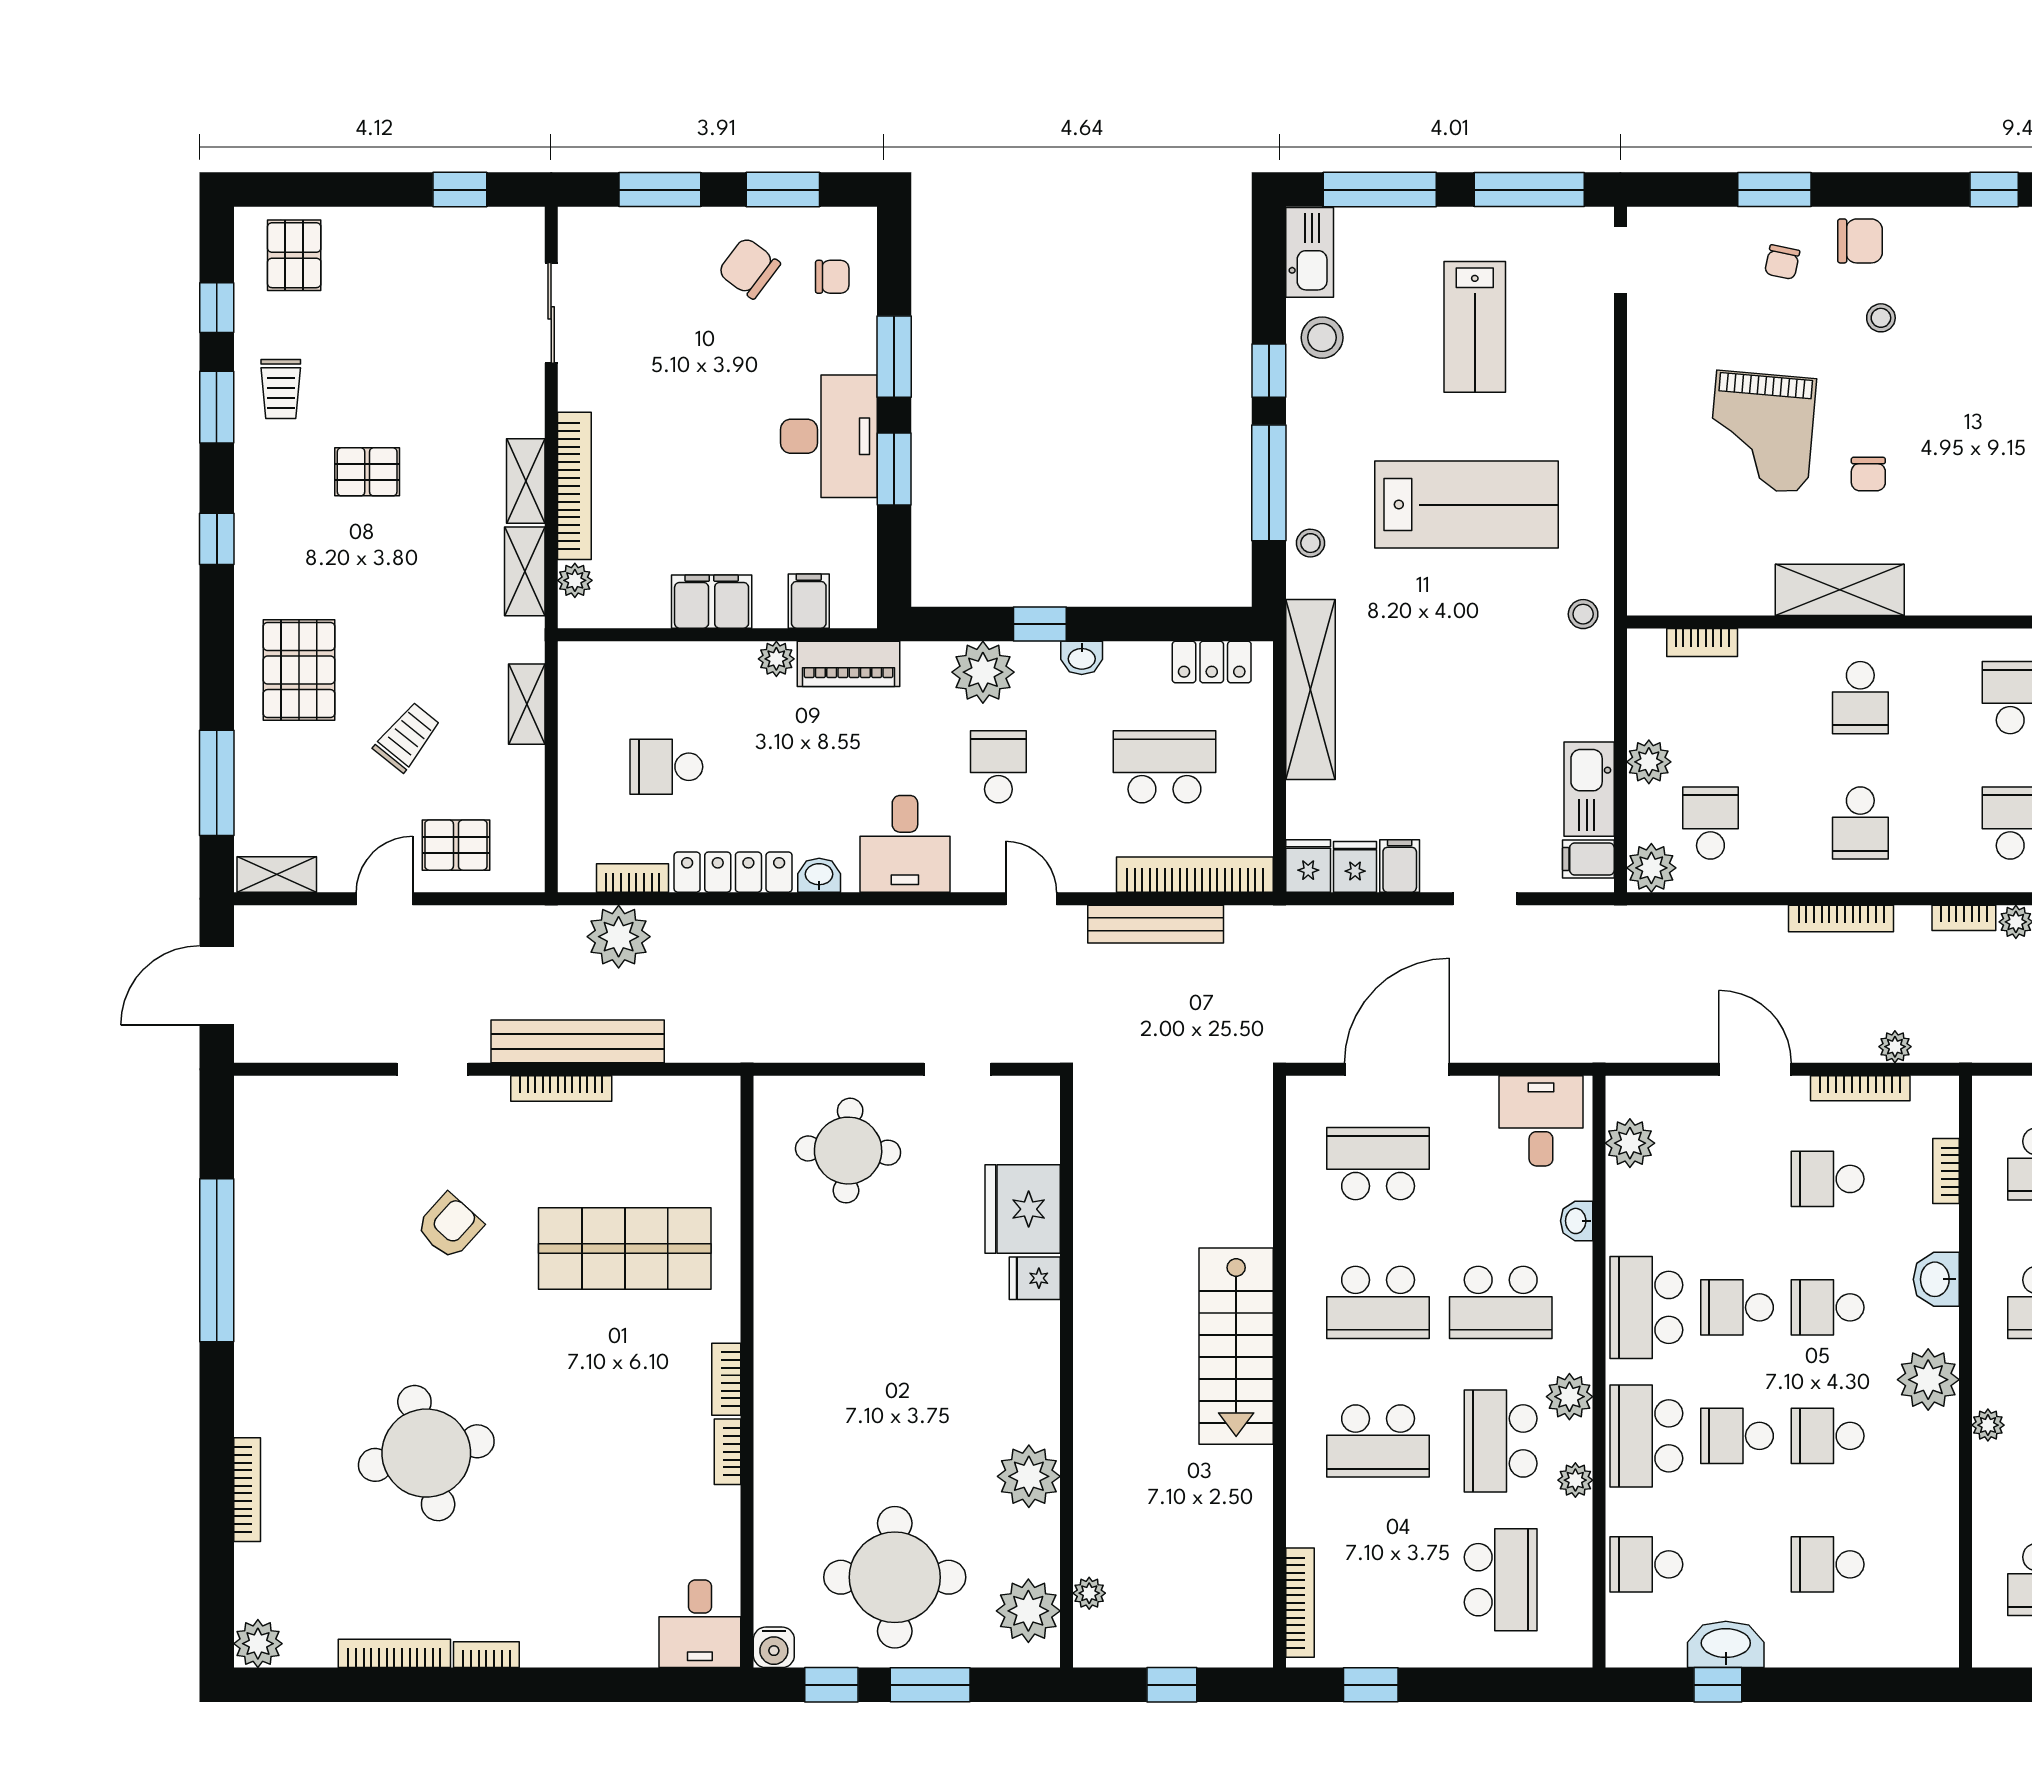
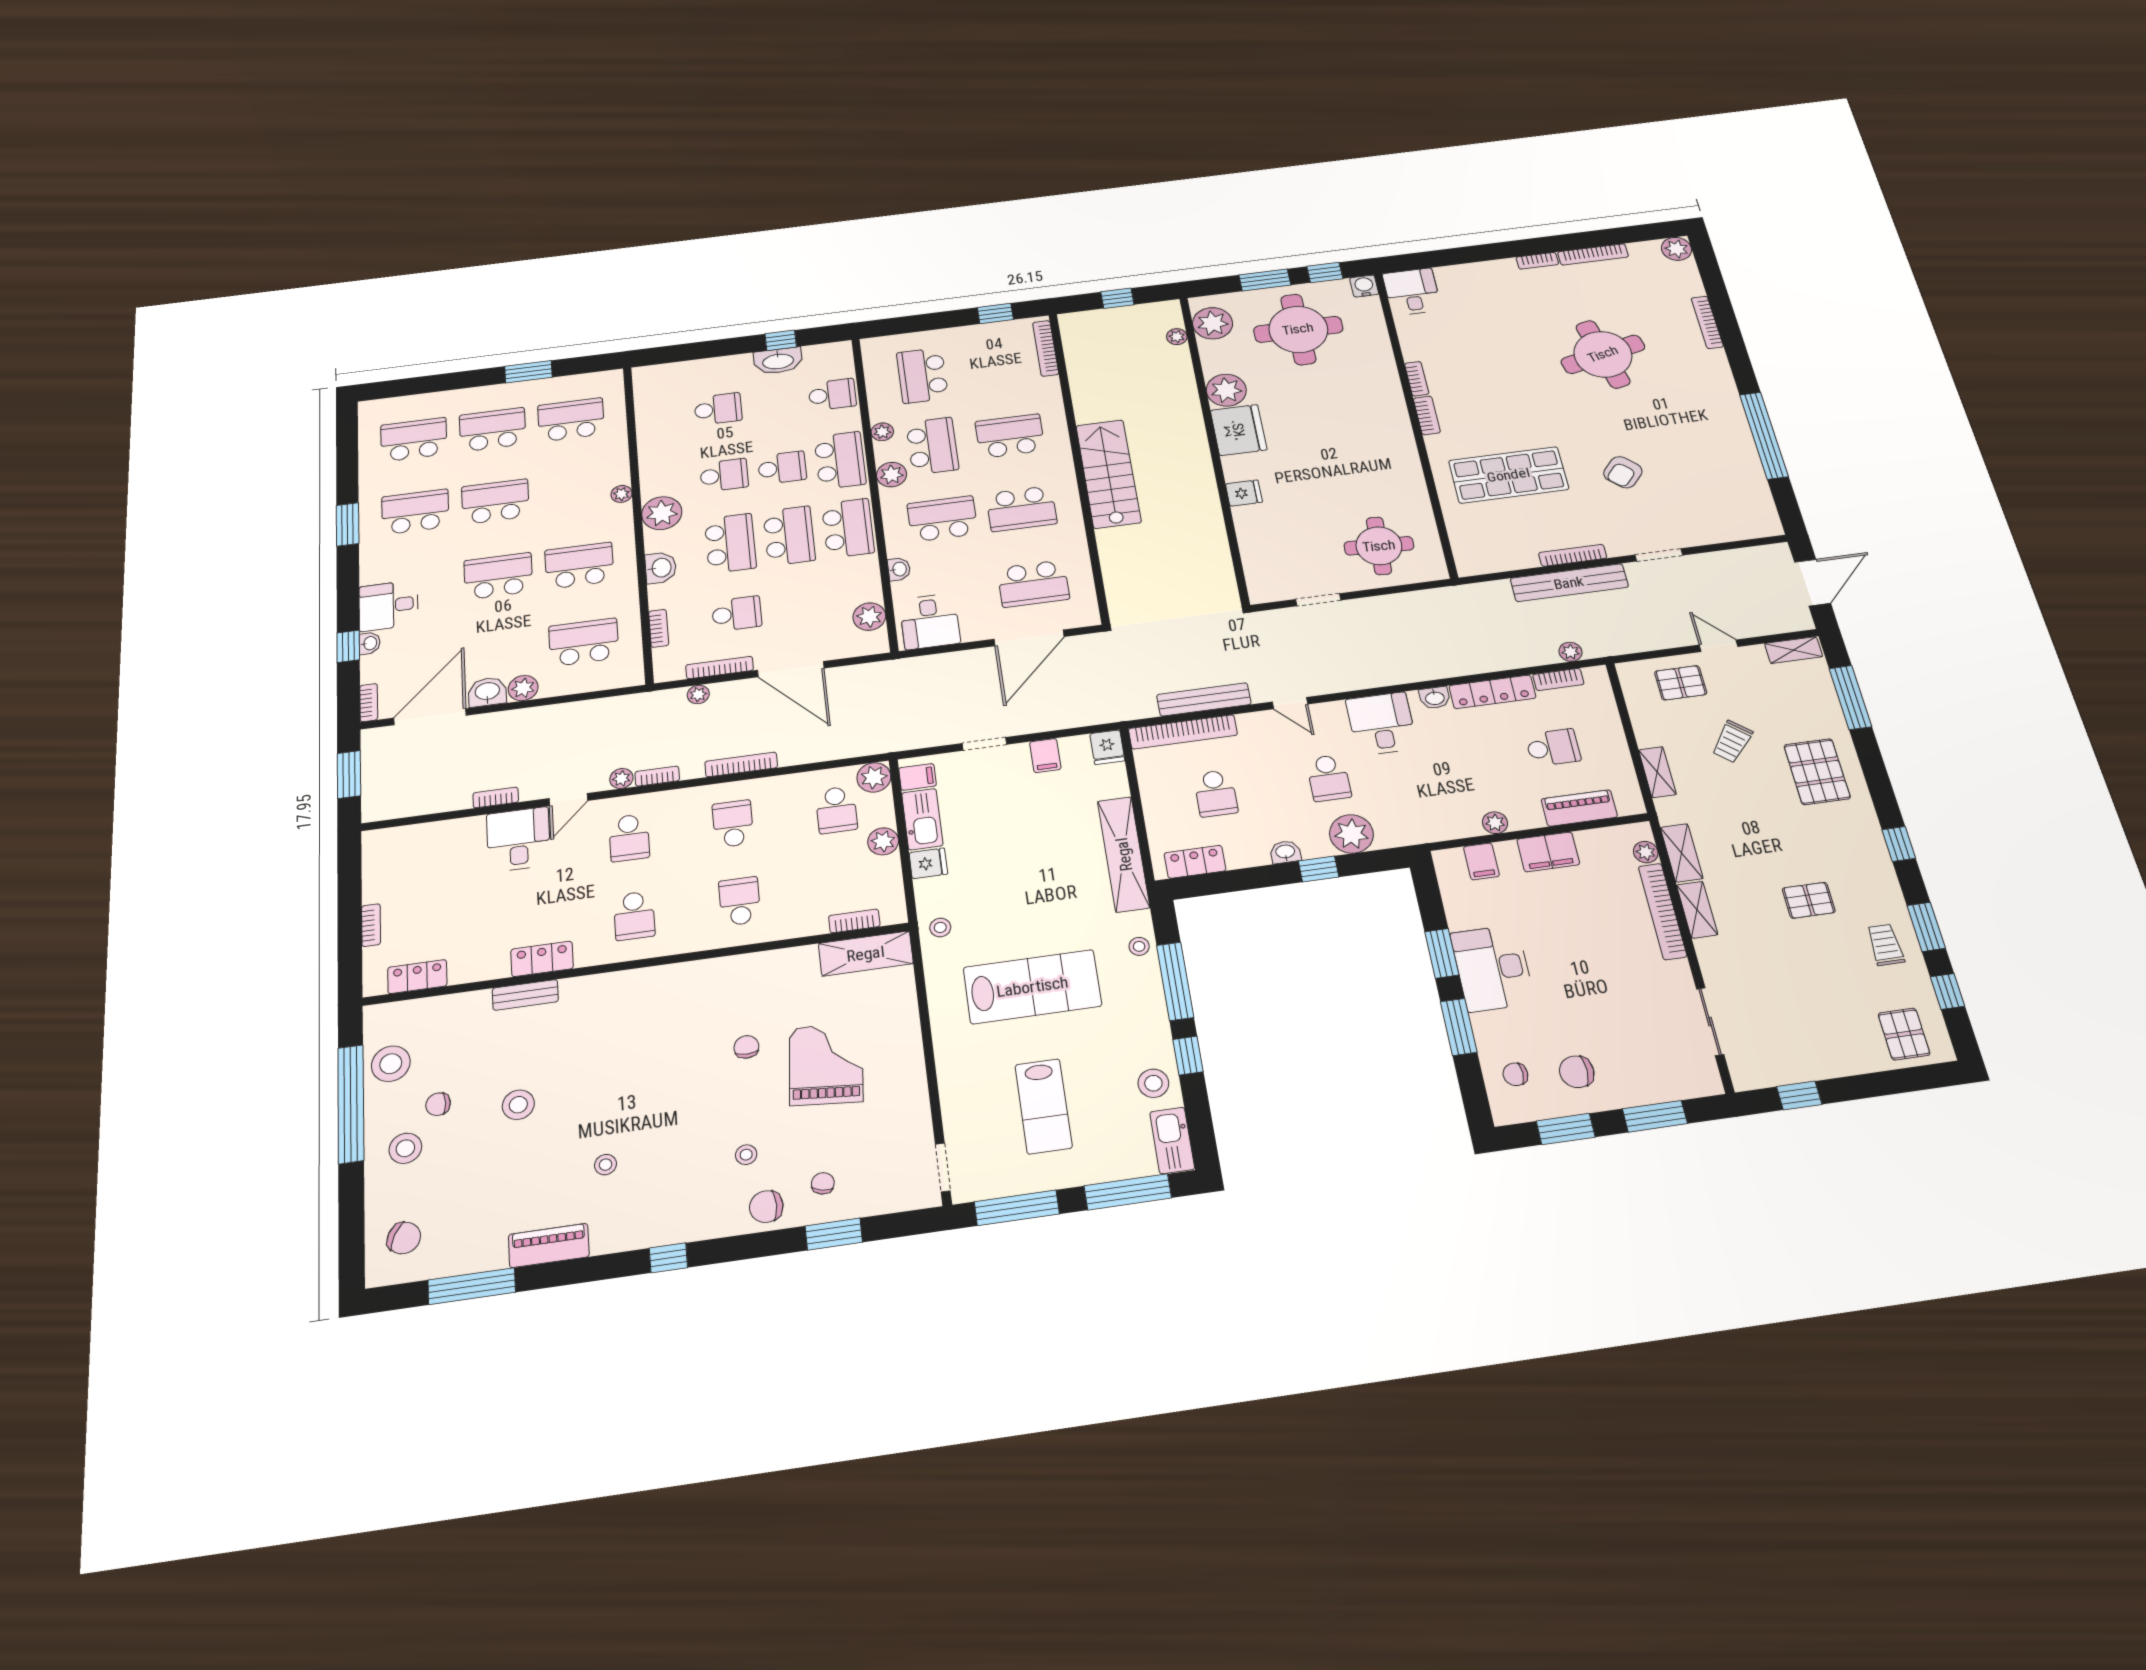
chair: (749, 268) -> (1577, 1072), turned 143
lab bench: (1475, 327) -> (1044, 1106), turned 180
lab bench: (1467, 505) -> (1032, 987), turned 180
shelving: (1840, 590) -> (866, 954), moved
piano: (849, 664) -> (1579, 808), moved
school desk: (1164, 767) -> (1216, 793), width x0.54
fridge: (1355, 867) -> (928, 863), moved, turned -90
door: (384, 899) -> (1719, 646), swing flipped
plant: (619, 937) -> (1570, 652), width x0.53, depth x0.53
door: (1755, 1069) -> (791, 669), width x1.36
fridge: (1023, 1209) -> (1239, 430), moved
school desk: (1378, 1302) -> (1021, 509), turned 180
school desk: (1737, 1307) -> (789, 536), width x1.85
school desk: (1828, 1307) -> (730, 543), width x1.85

